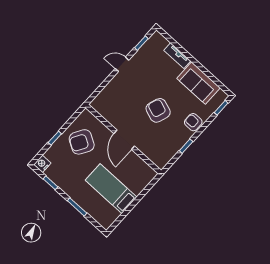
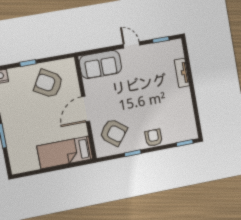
sofa: (198, 83) -> (100, 64), moved, turned -90
armchair: (158, 110) -> (113, 132), moved, turned 109
bed: (111, 189) -> (65, 152), moved, turned -90

